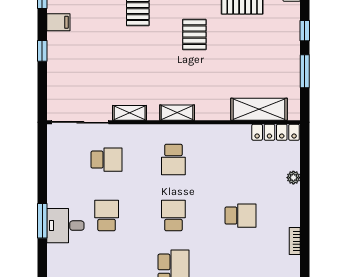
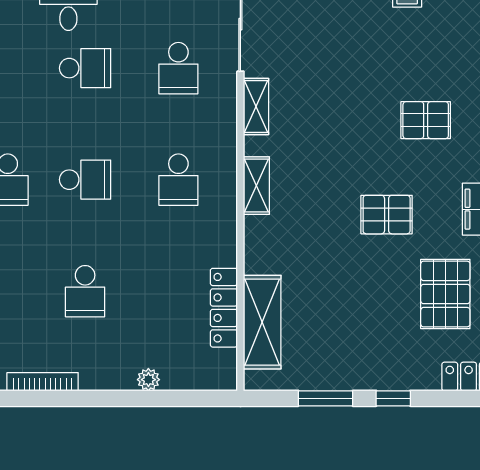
locker: (276, 132) -> (224, 308), moved
school desk: (173, 160) -> (178, 180), turned -90
bookcase: (295, 241) -> (43, 382), width x1.56

